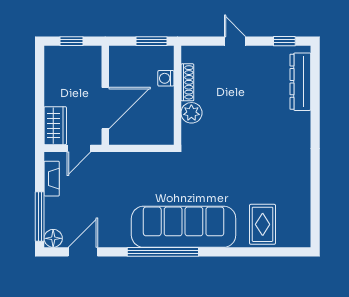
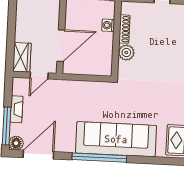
fireplace: (52, 179) -> (17, 109), moved
door: (83, 252) -> (38, 155), width x1.36

